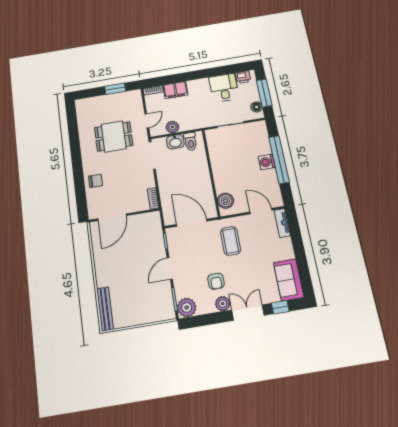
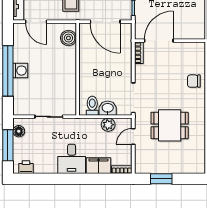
desk: (224, 88) -> (72, 159), moved
door: (112, 217) -> (159, 41), moved

